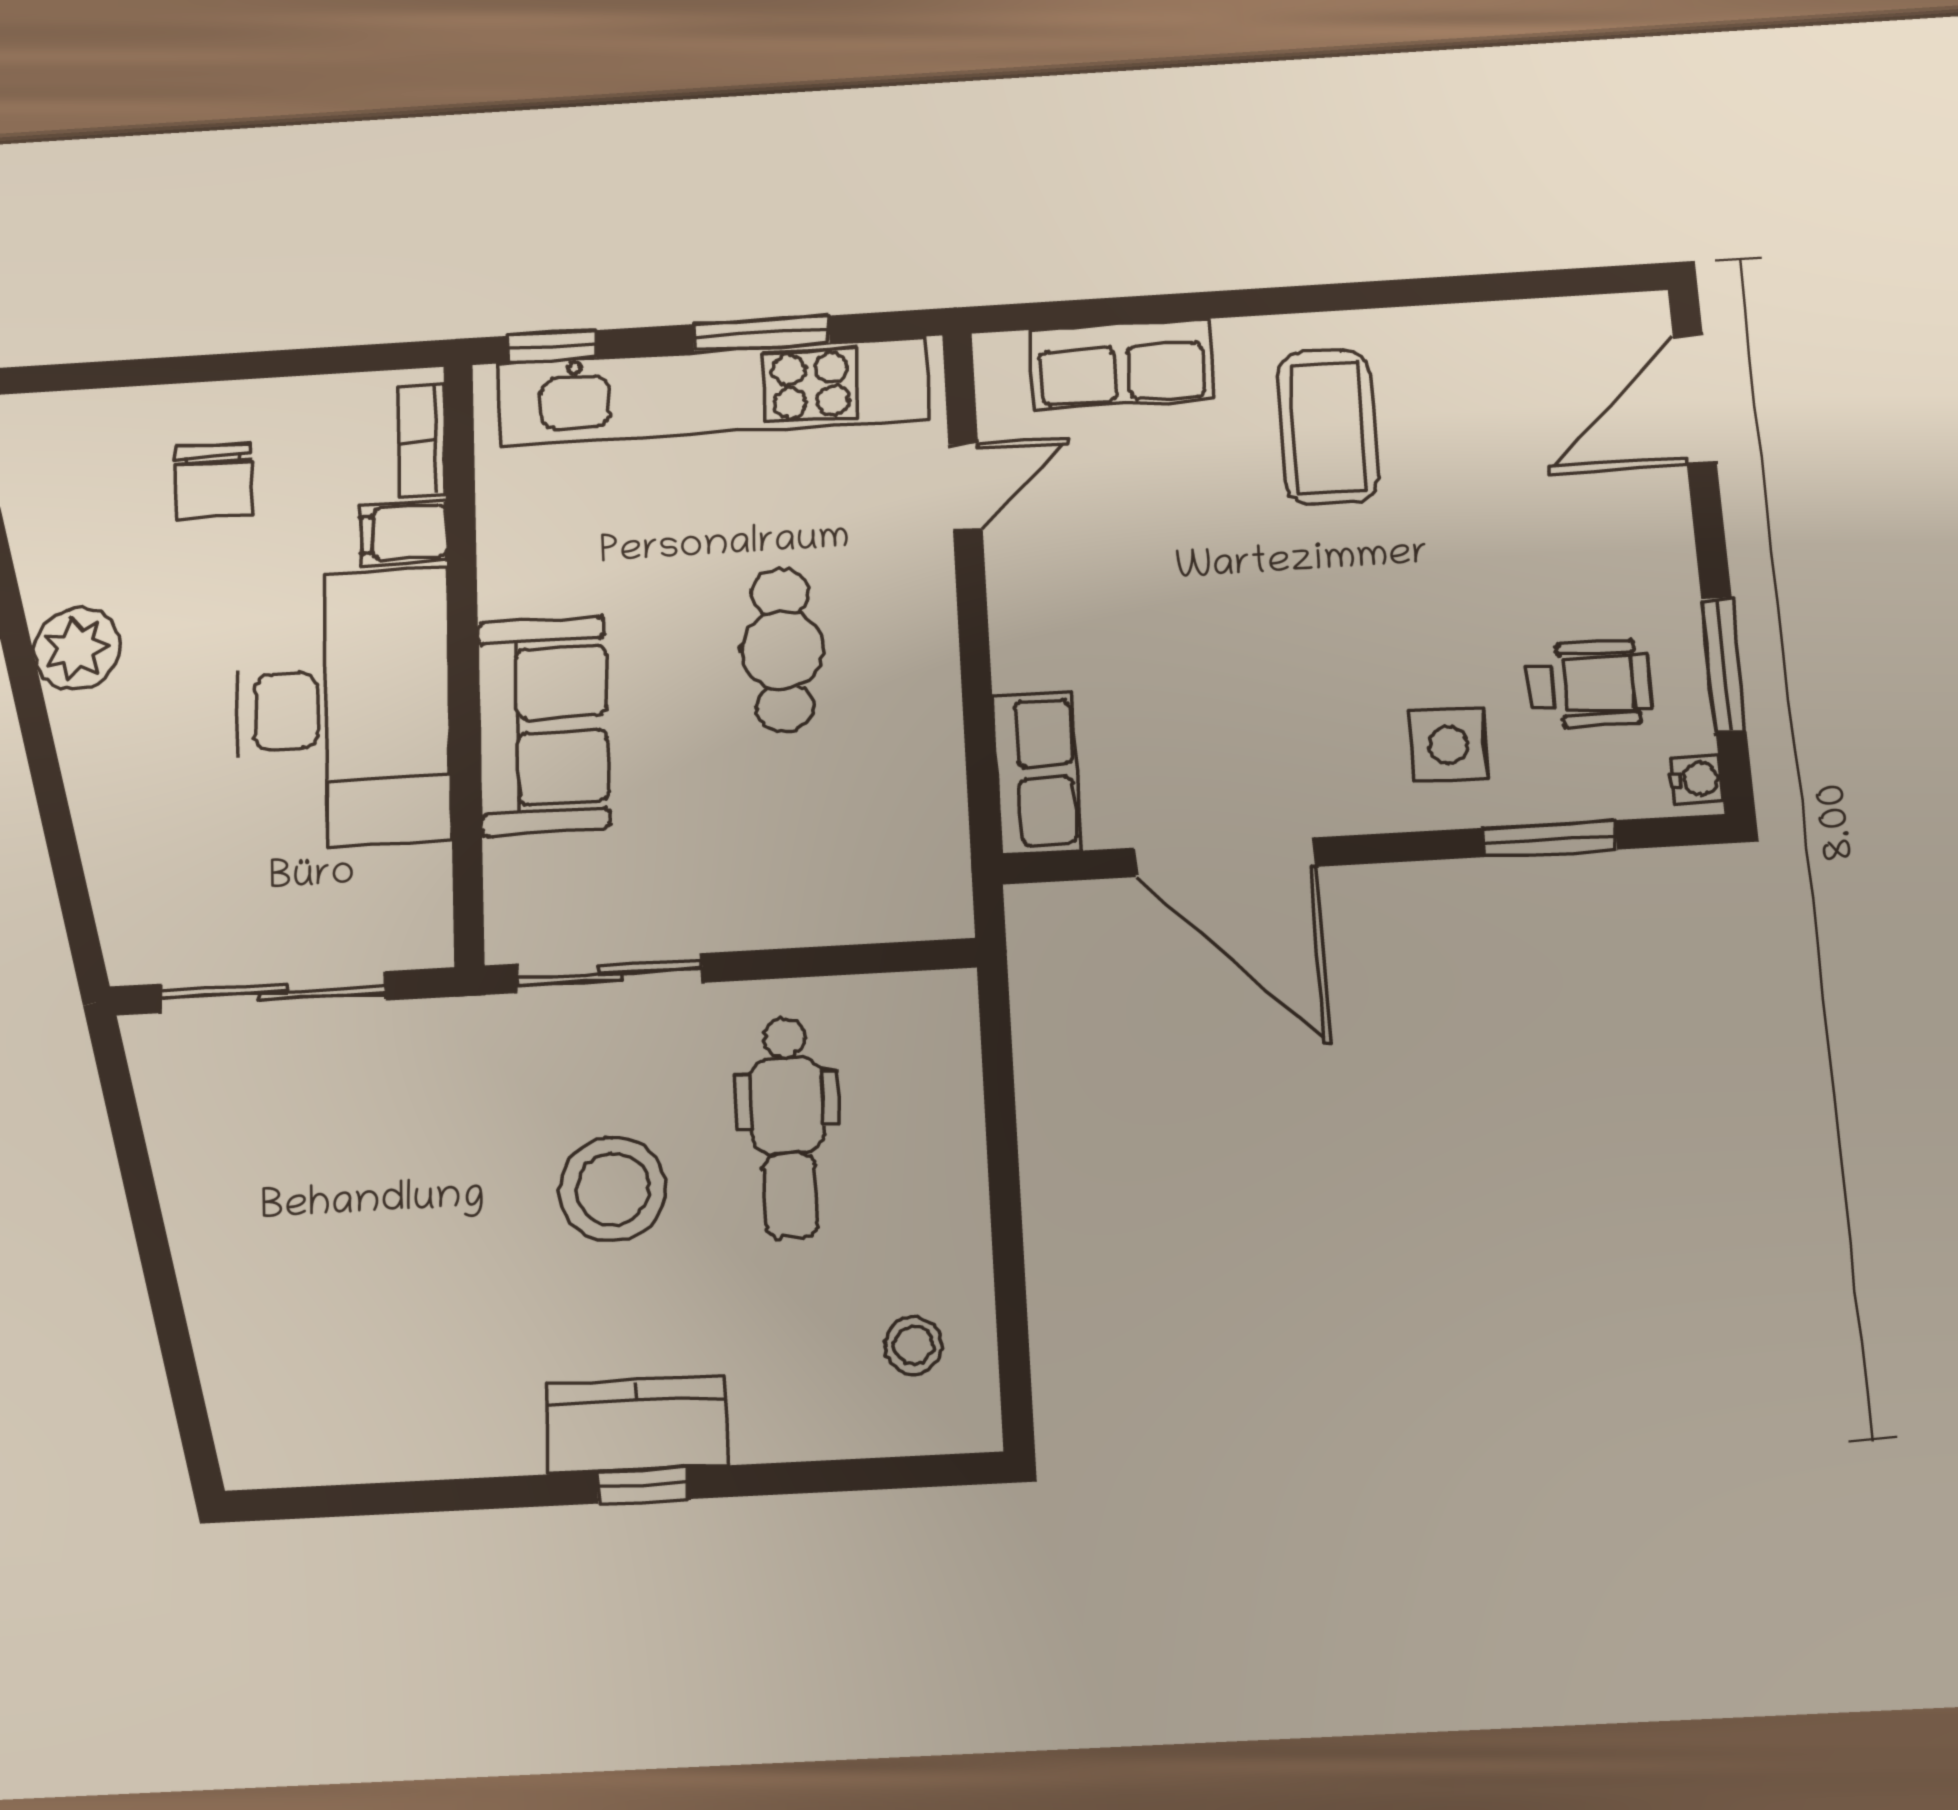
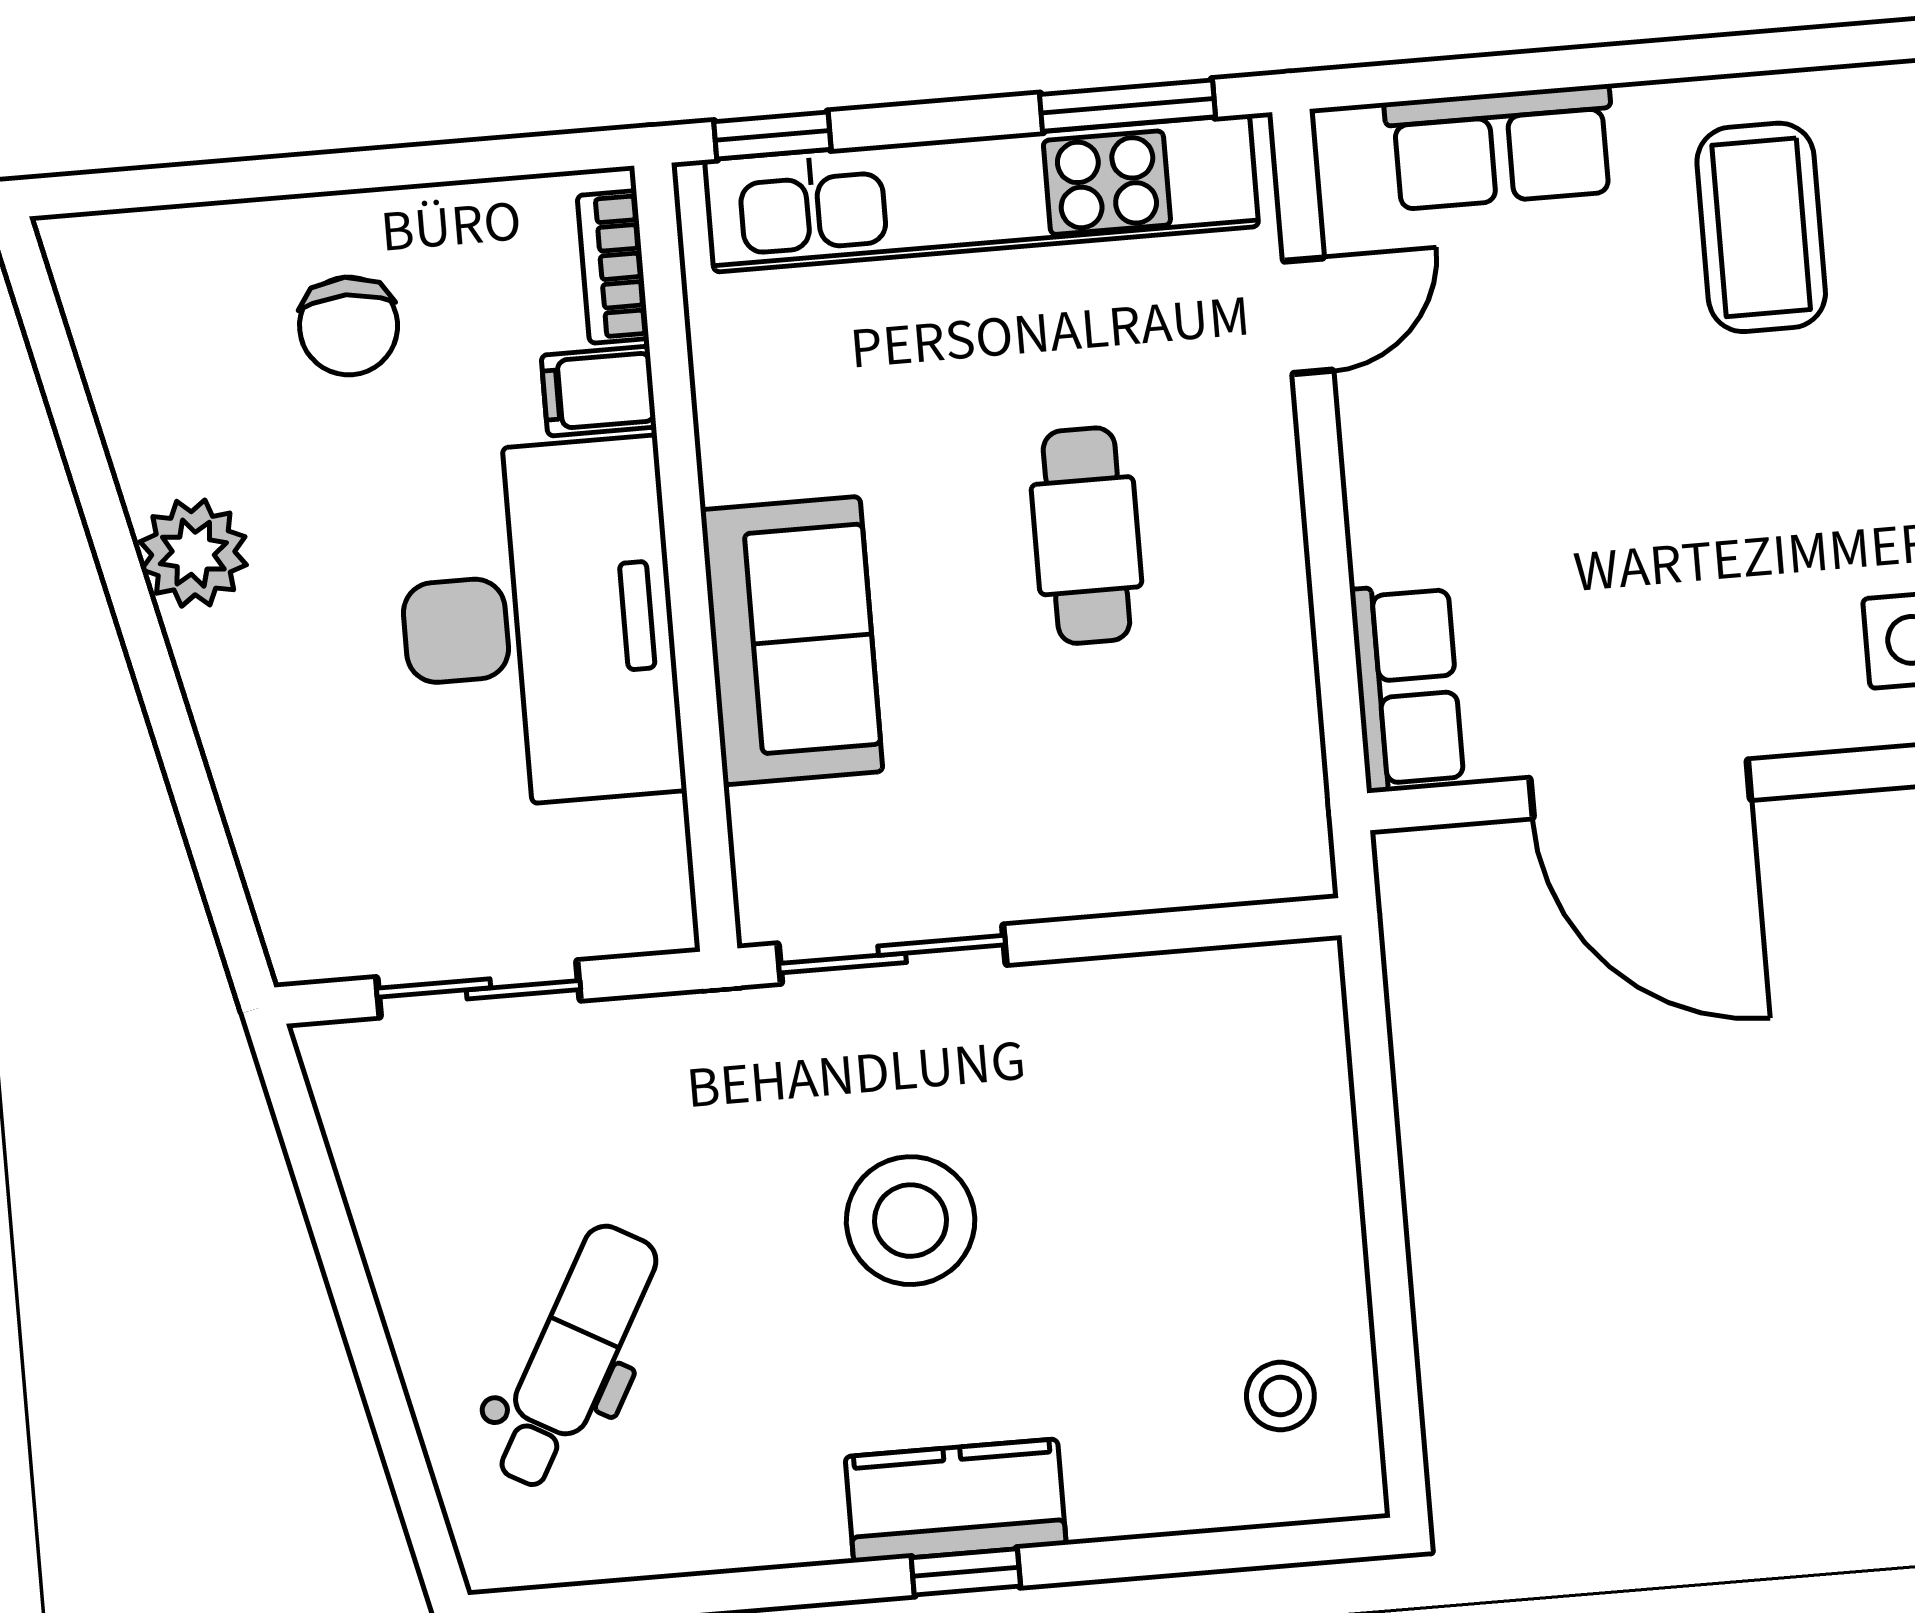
window: (761, 333) -> (1128, 106), moved
sliding door: (273, 992) -> (479, 989), width x0.73
dental chair: (788, 1127) -> (574, 1357), moved, turned -151

